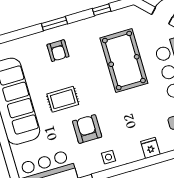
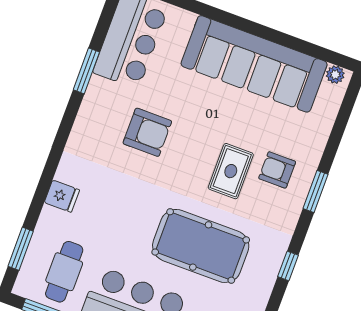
rug: (63, 99) -> (231, 171), moved
side table: (109, 157) -> (90, 133), removed

